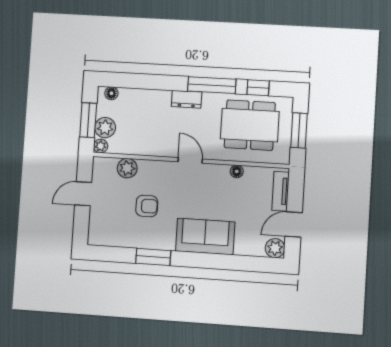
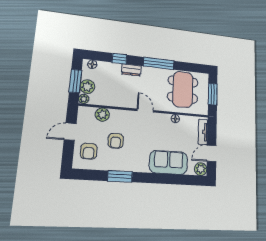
window: (258, 88) -> (119, 59), moved
dresser: (187, 99) -> (131, 70), moved
dining table: (250, 125) -> (183, 89), turned 90
armchair: (147, 206) -> (116, 141), turned 90
armchair: (109, 221) -> (89, 151), added
sofa: (205, 236) -> (169, 162), moved

